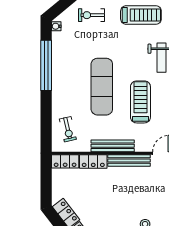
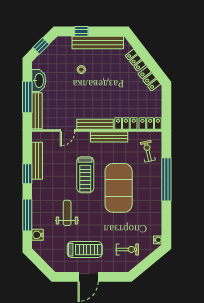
treadmill: (141, 15) -> (85, 250), turned 180
window: (46, 65) -> (166, 179), moved
exercise mat: (102, 87) -> (119, 188), width x1.47

